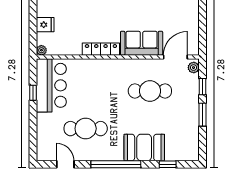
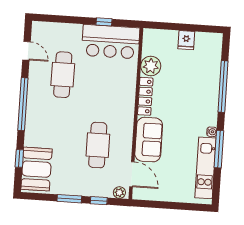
fridge: (45, 25) -> (186, 40), moved
plant: (41, 50) -> (151, 66), moved, width x1.88, depth x1.88
booth: (144, 148) -> (36, 169), moved
door: (65, 164) -> (26, 51), hinge flipped

